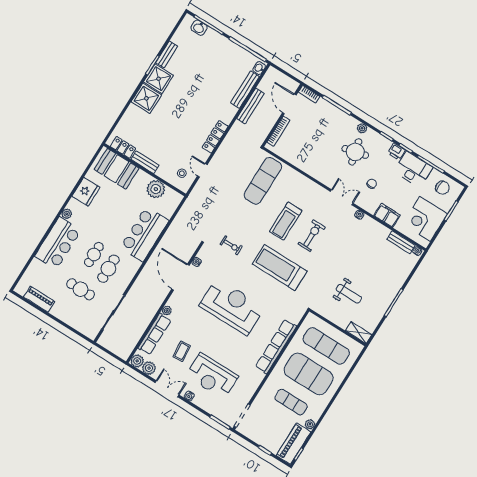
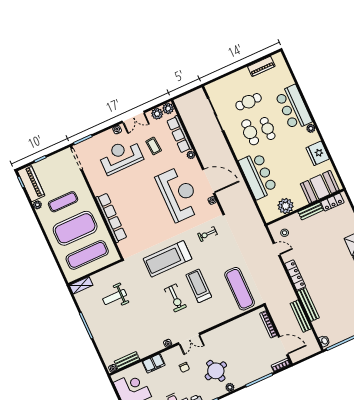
bench: (245, 90) -> (308, 305), moved
treadmill: (280, 268) -> (167, 259), turned 180
reception desk: (232, 306) -> (179, 194), moved, turned -90

